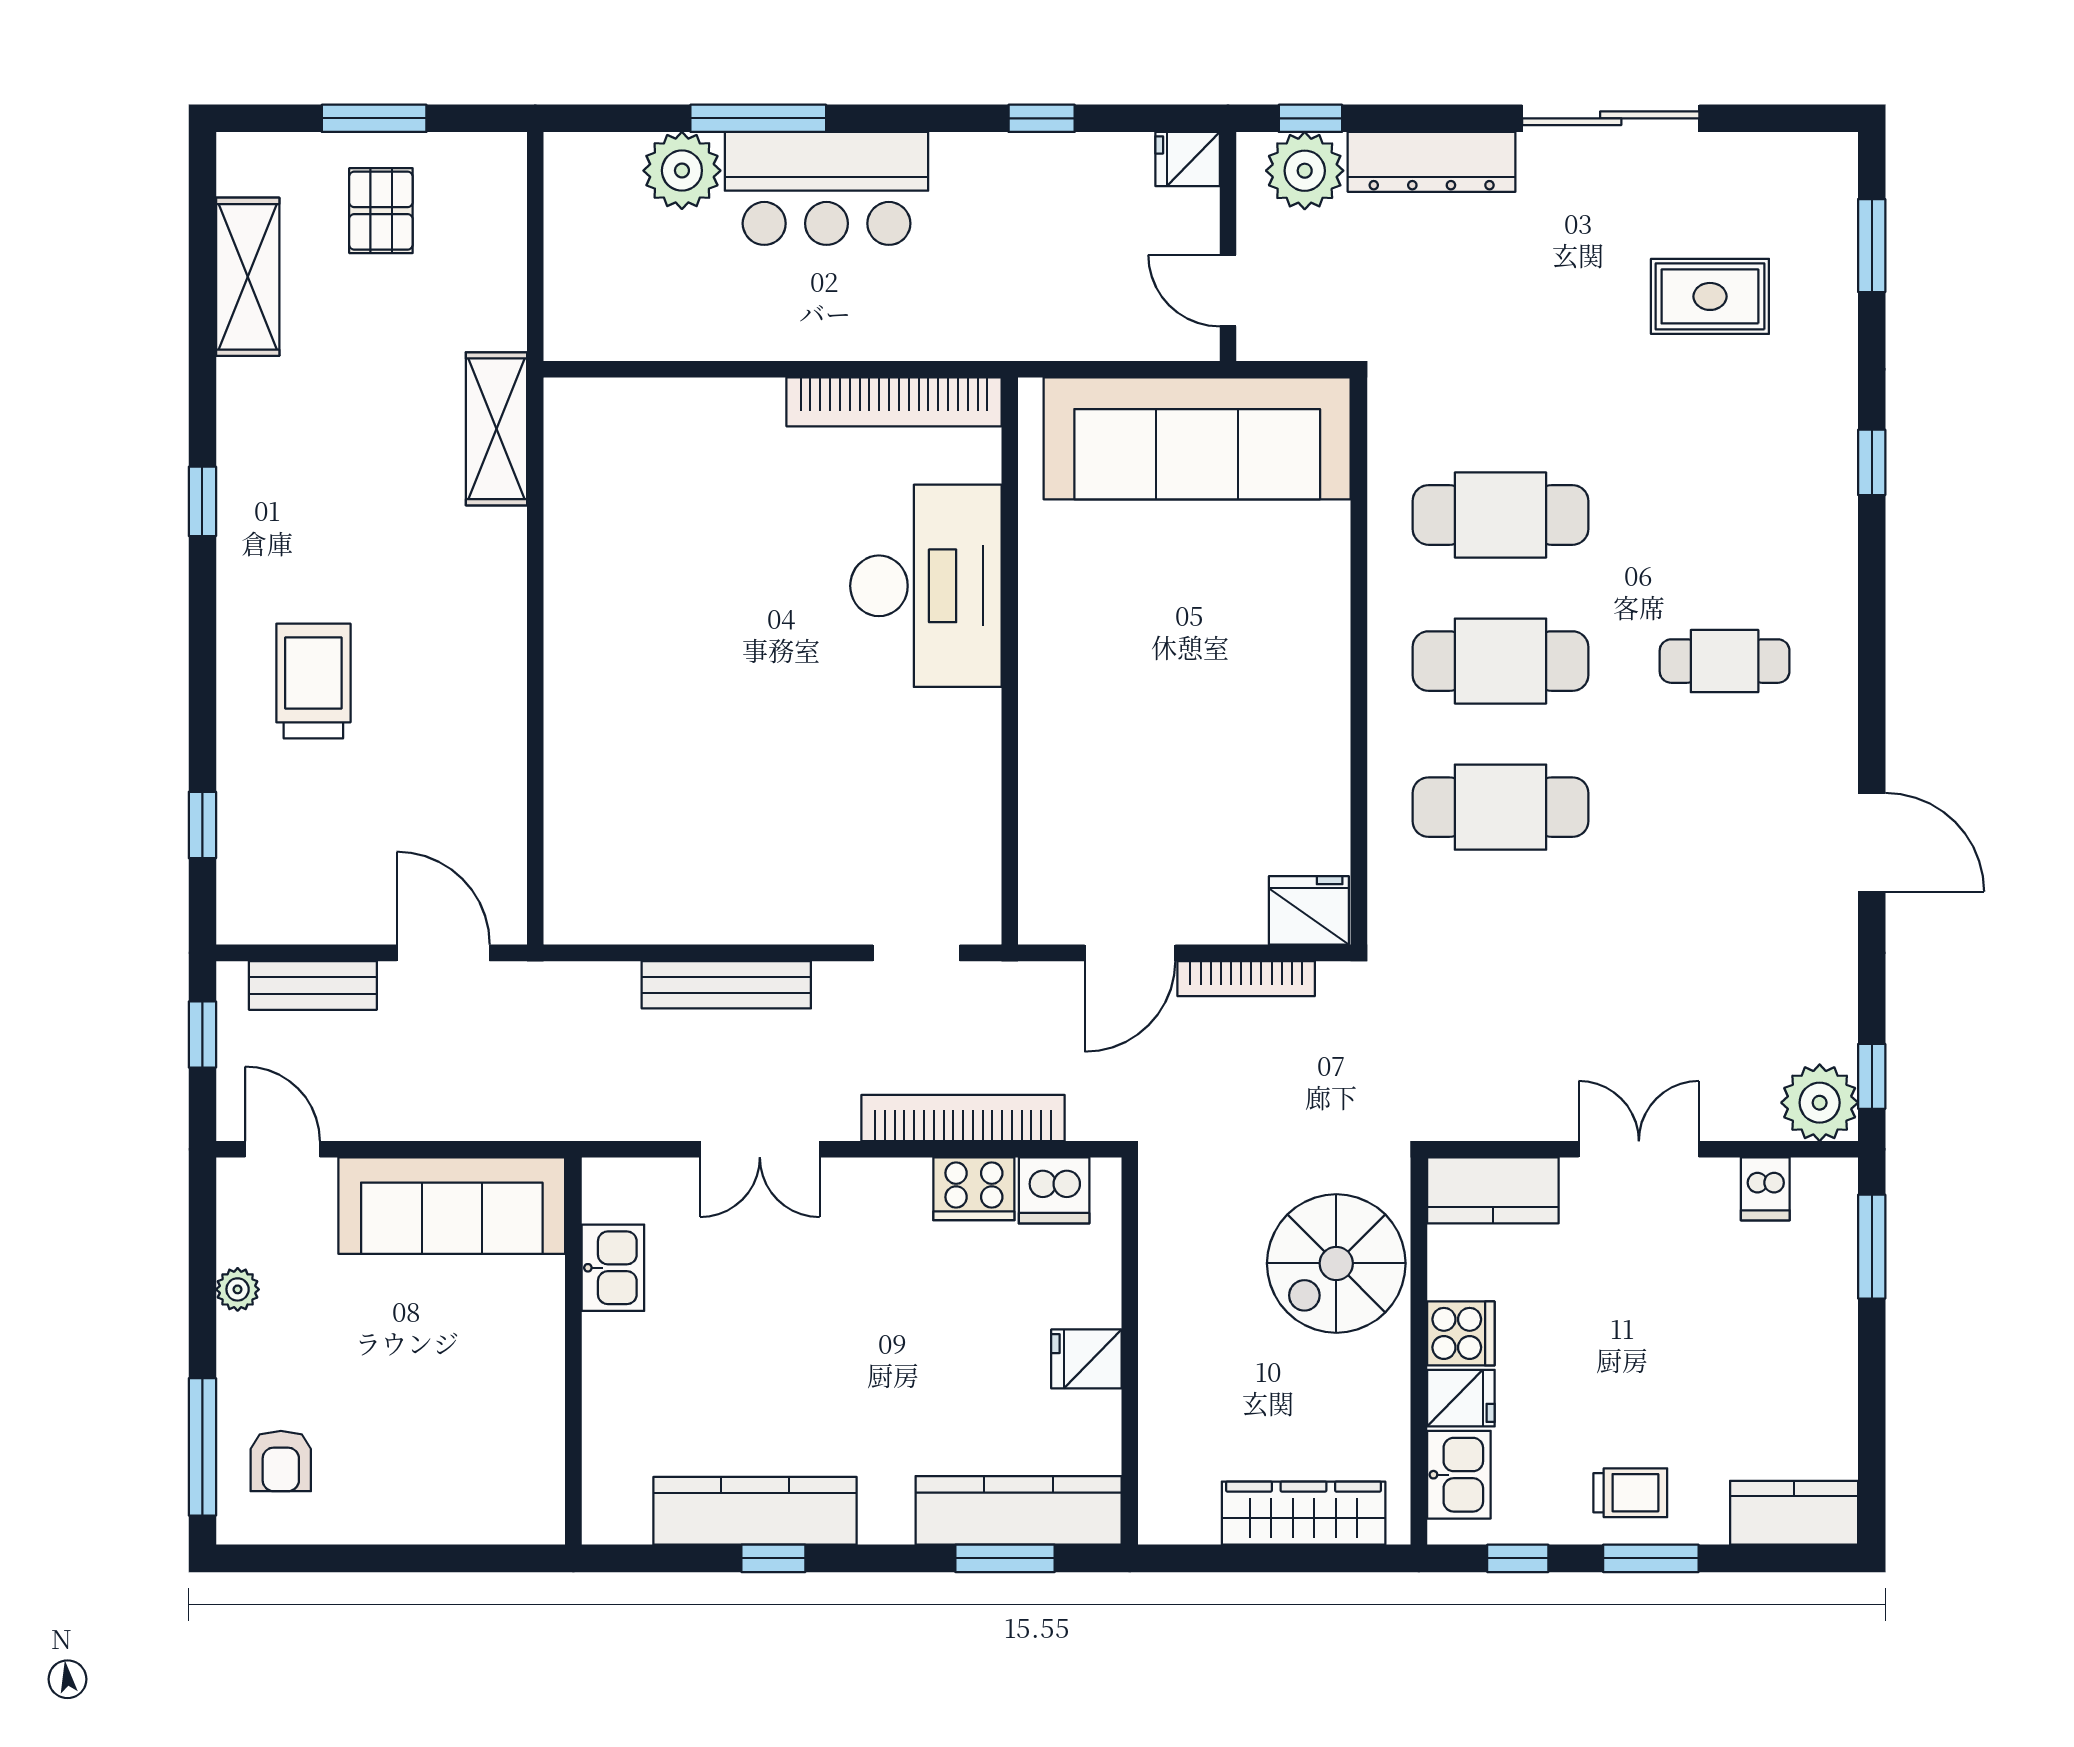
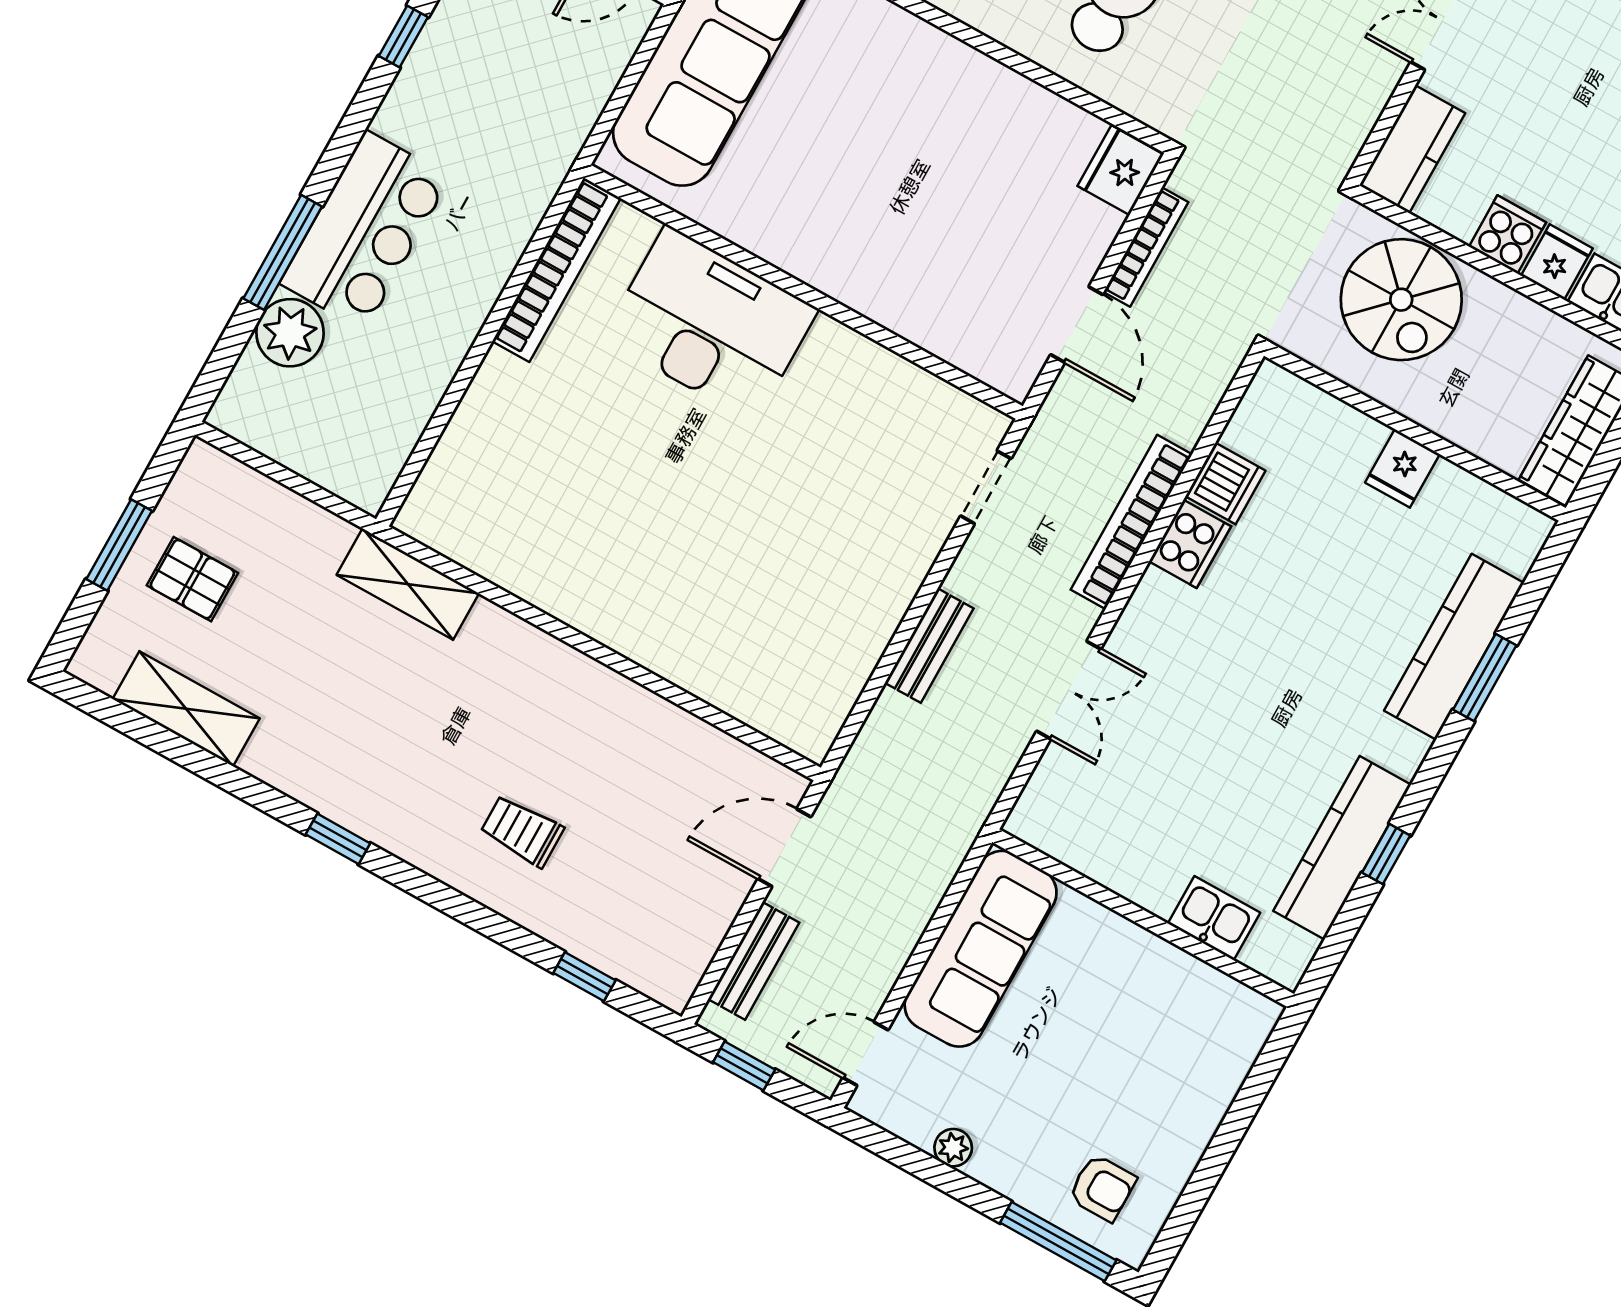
trolley: (313, 681) -> (522, 831), width x0.73, depth x0.72
bench: (726, 985) -> (929, 646), width x0.73
kitchen sink: (613, 1268) -> (1214, 918), moved
wall: (1130, 1351) -> (1415, 432), moved
fridge: (1086, 1359) -> (1402, 468), moved

